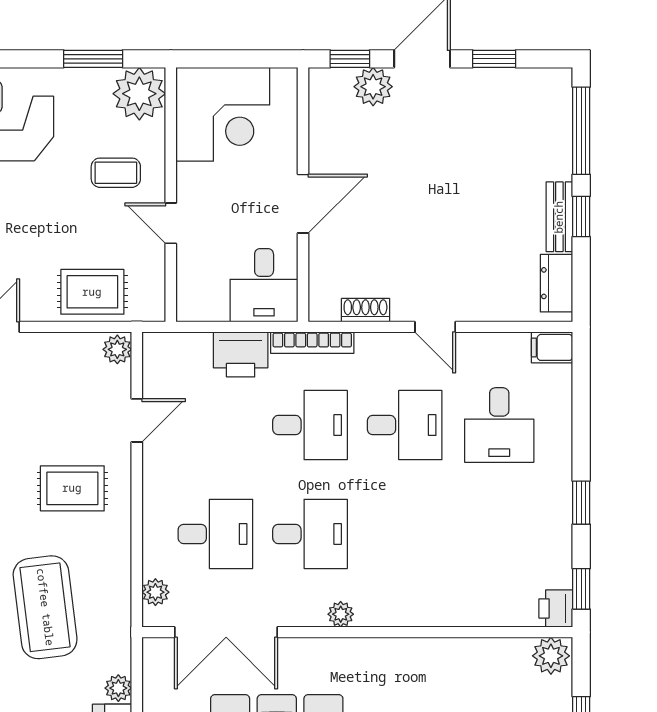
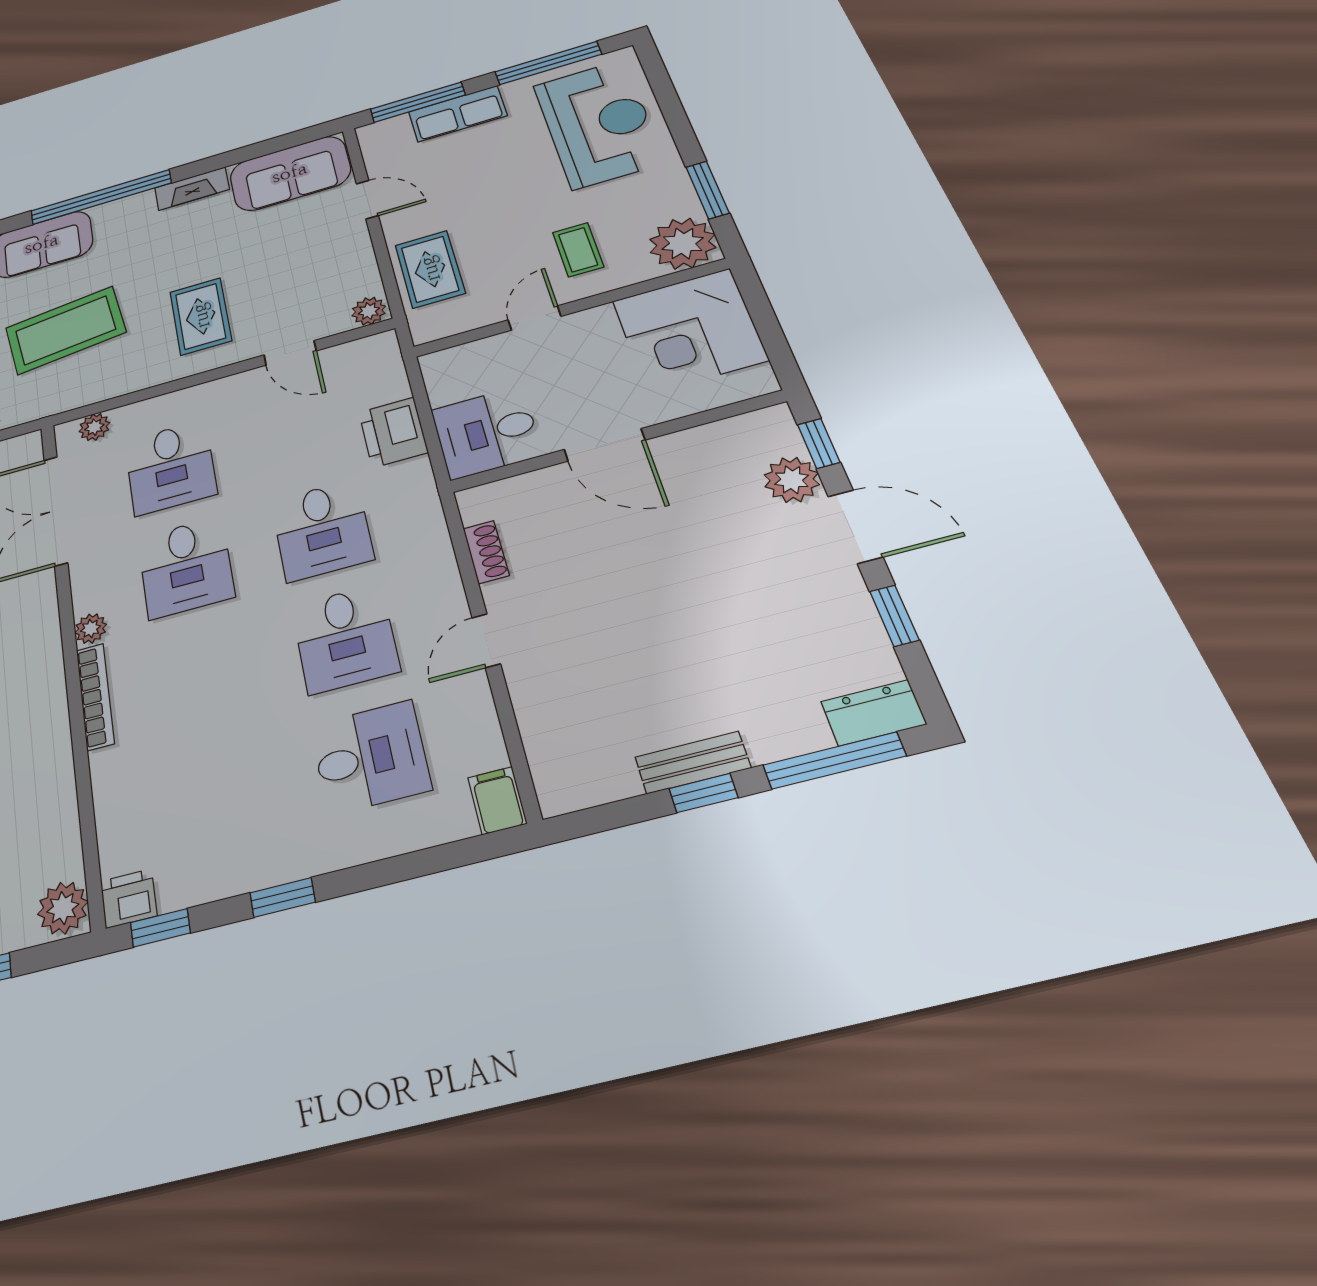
dresser: (556, 283) -> (873, 713), moved
bookcase: (312, 343) -> (95, 696), moved, turned 180
desk: (499, 425) -> (370, 757), turned 180

